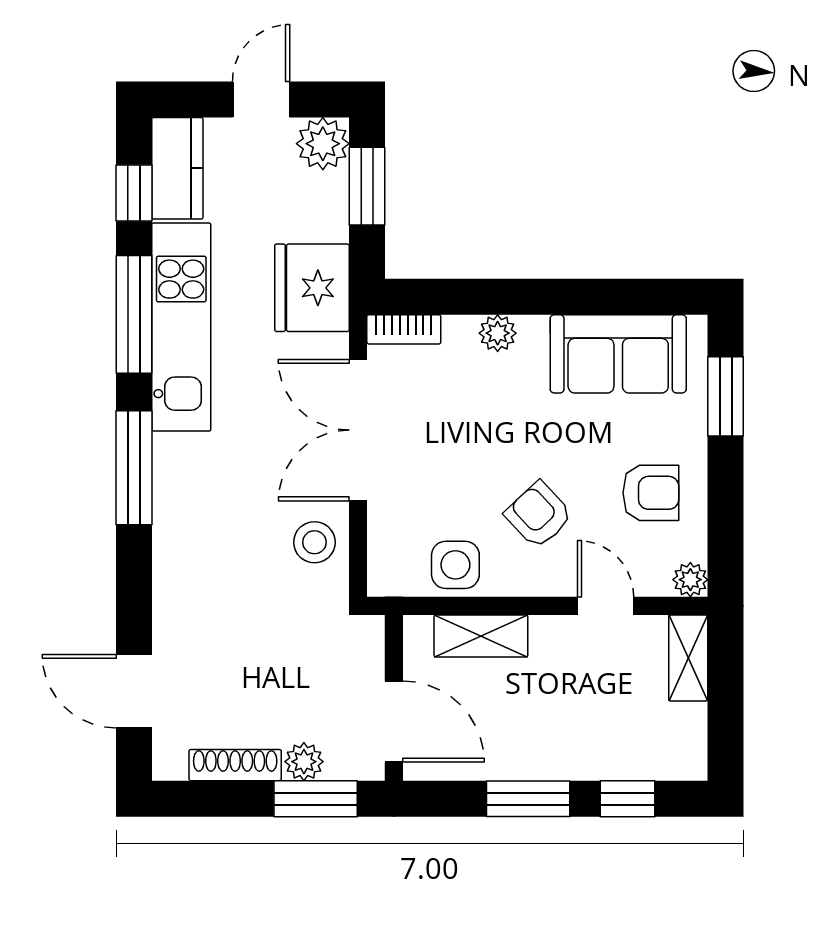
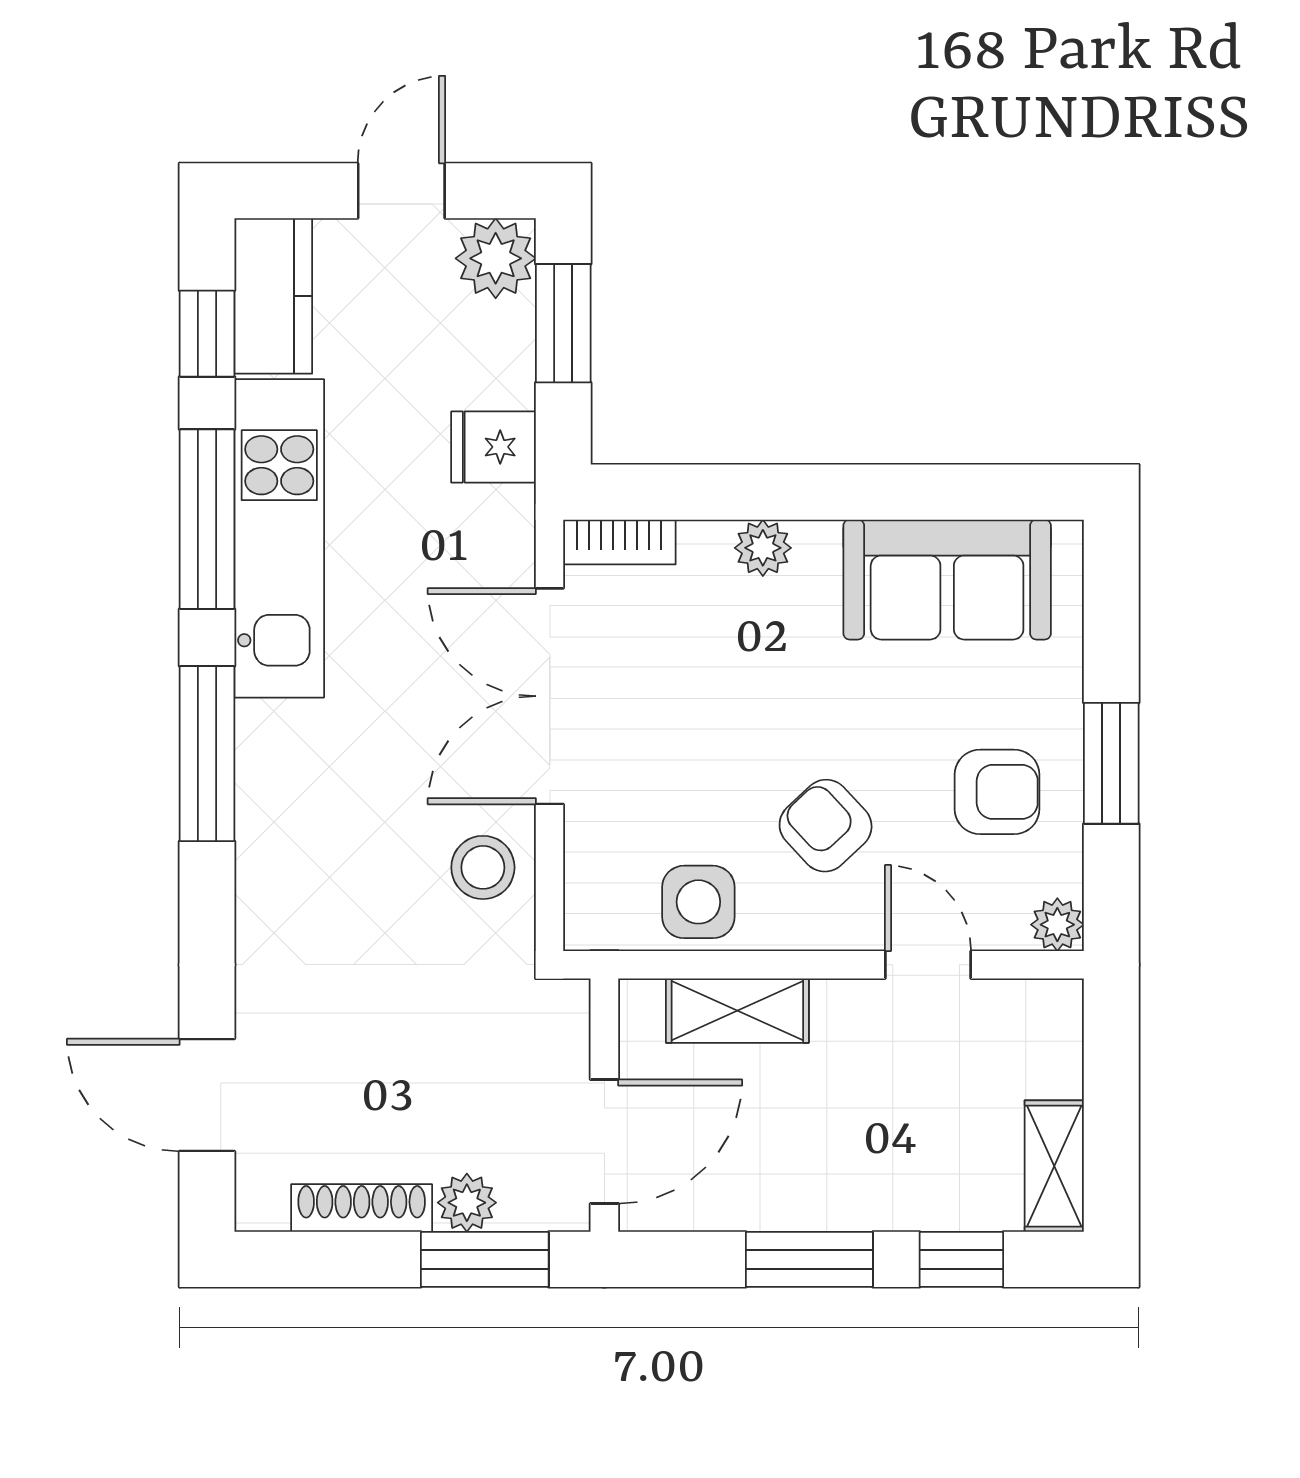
fridge: (312, 288) -> (493, 447), width x0.53, depth x0.75
window: (726, 396) -> (1111, 763), moved
shelving: (688, 658) -> (1054, 1166), moved
door: (394, 722) -> (604, 1142), hinge flipped

